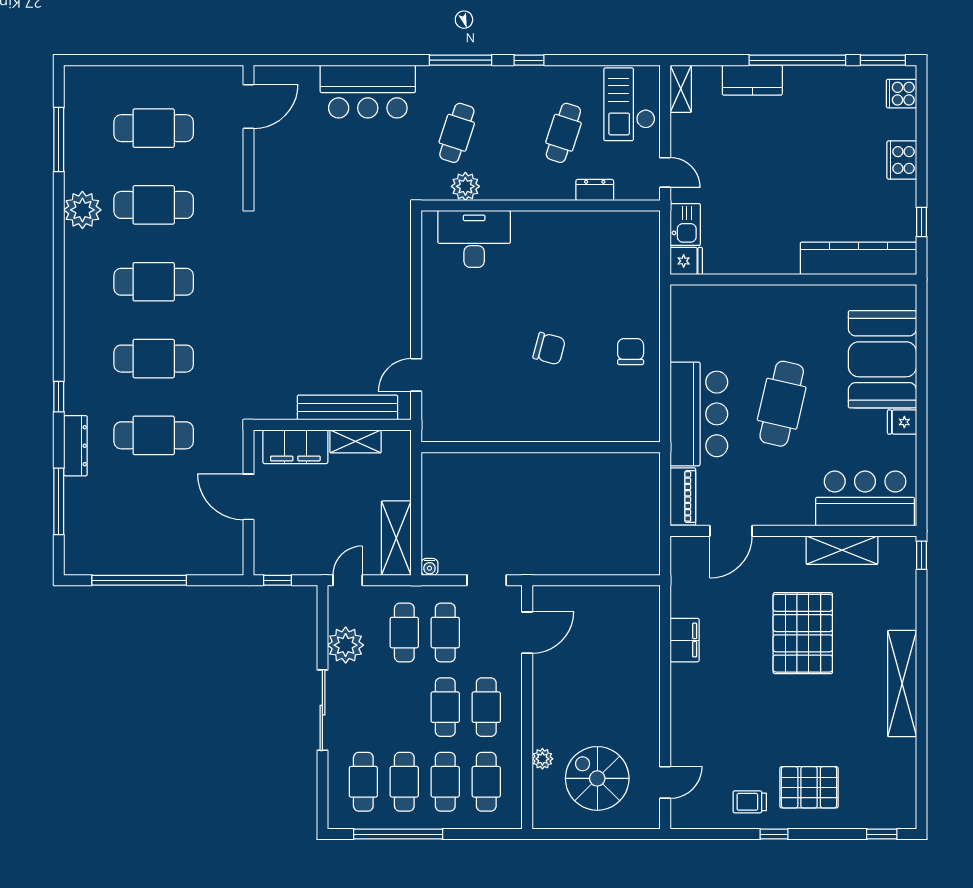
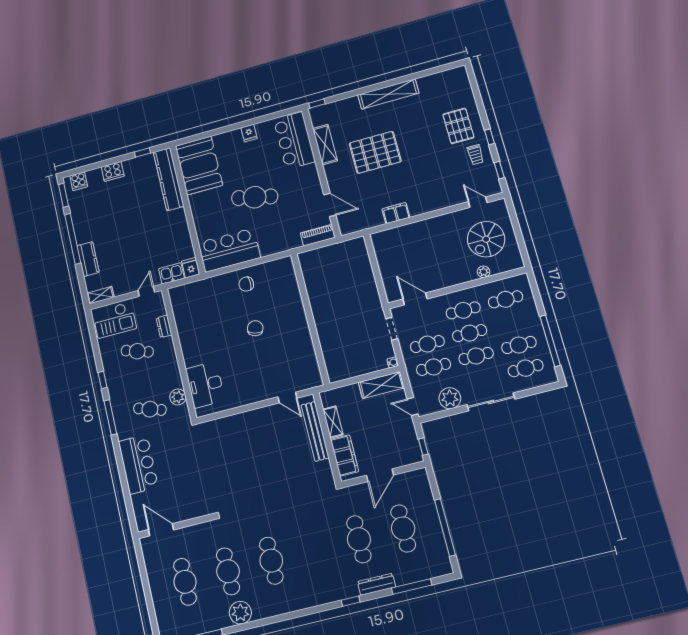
cafe table: (154, 359) -> (403, 528), moved
booth: (882, 359) -> (199, 165), moved, turned 90
bar counter: (699, 414) -> (229, 250), moved
cafe table: (445, 782) -> (476, 356), moved
window: (882, 834) -> (499, 170), moved

